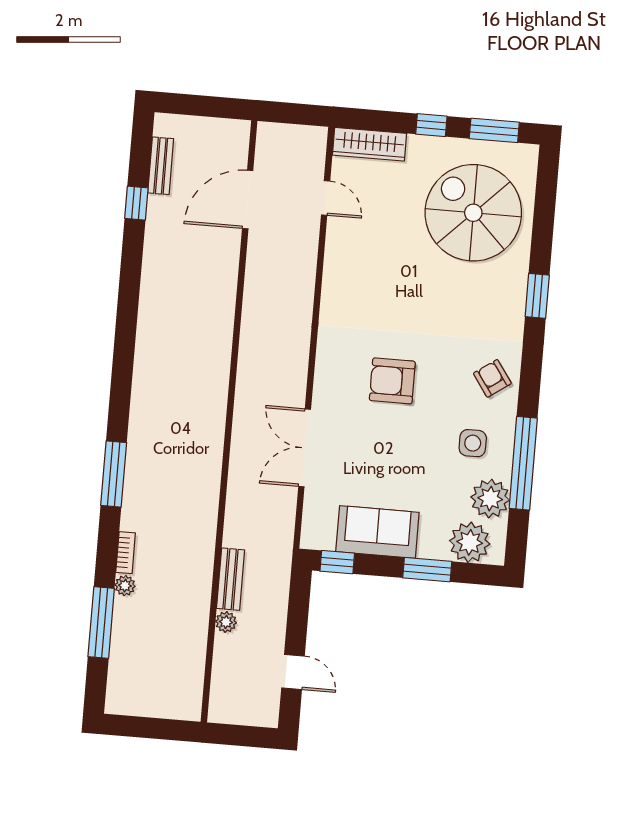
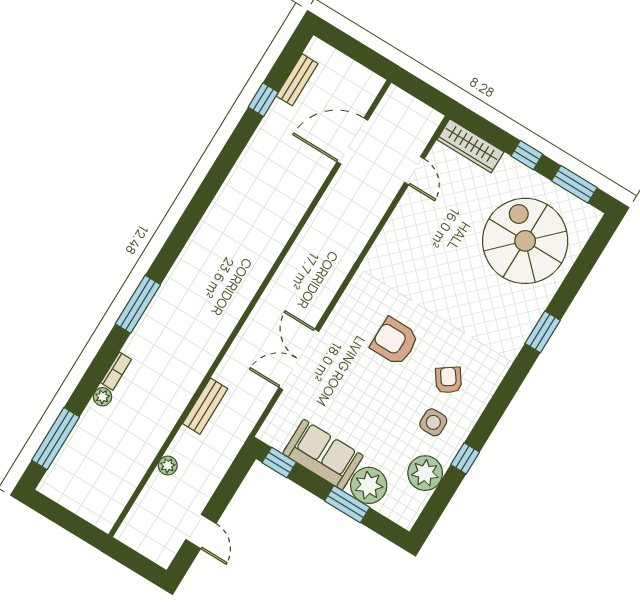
armchair: (492, 378) -> (448, 380), moved
window: (523, 463) -> (465, 458), width x0.32
plant: (470, 542) -> (369, 485), moved
bench: (231, 579) -> (205, 406), moved
window: (101, 623) -> (56, 439), moved

